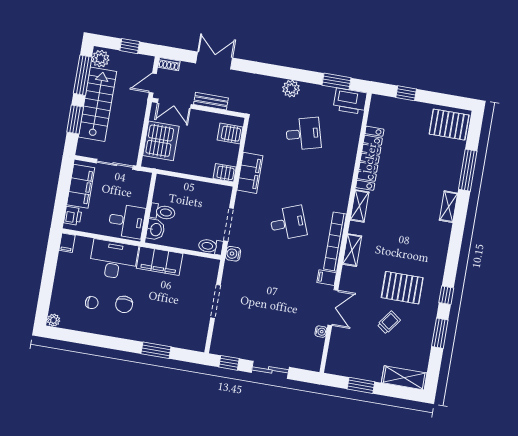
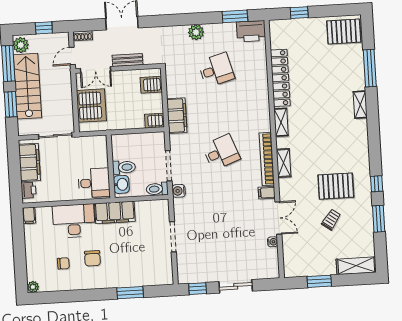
wall: (148, 208) -> (111, 166), moved
toilet: (162, 212) -> (124, 167), moved
desk: (127, 221) -> (94, 183), moved
washbasin: (155, 230) -> (121, 184), moved

